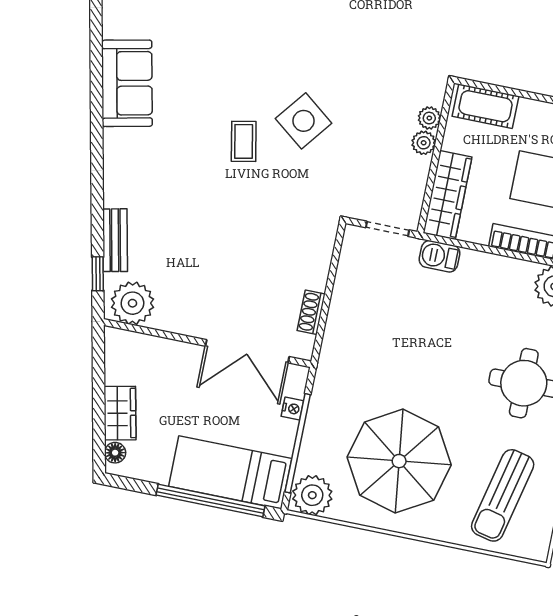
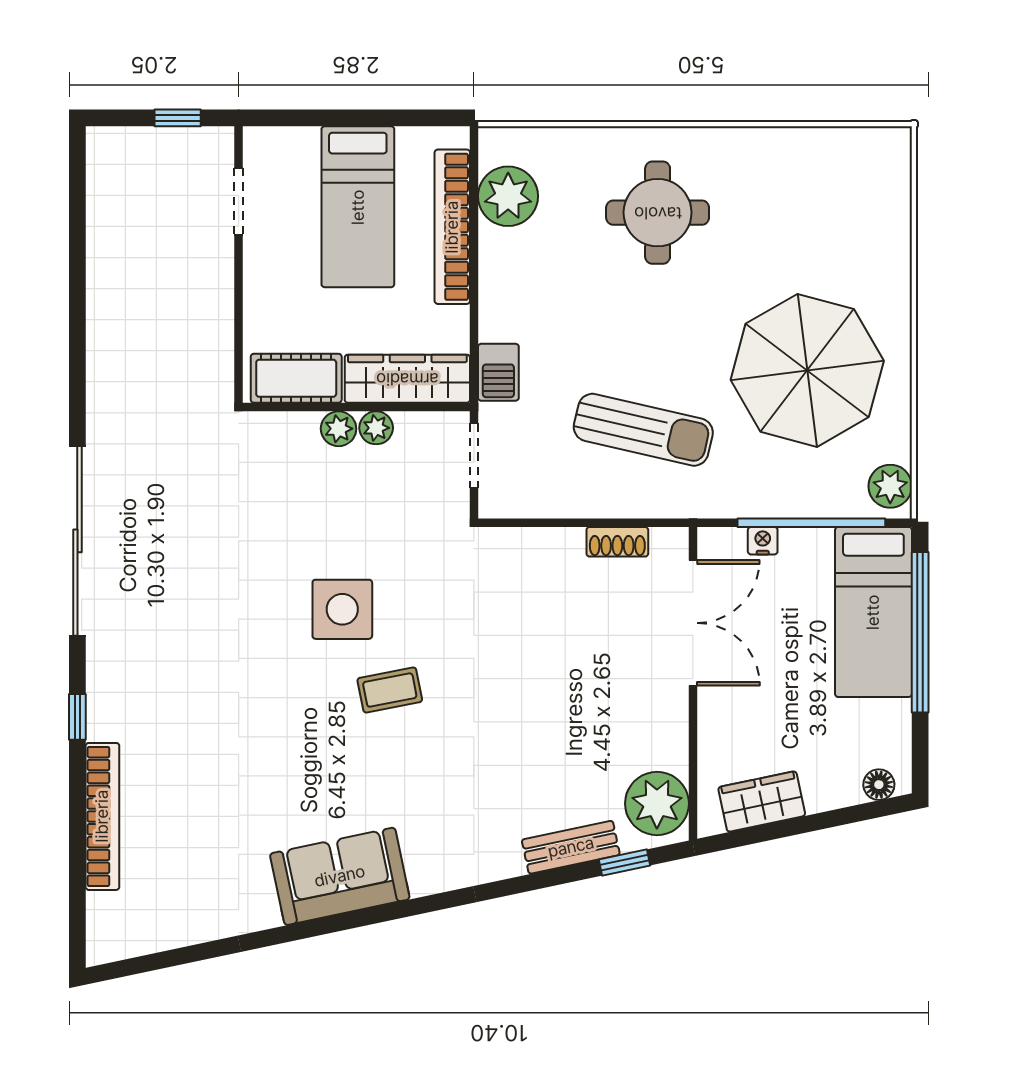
cot: (486, 106) -> (296, 378), moved, turned 90
plant: (429, 118) -> (376, 428), moved
side table: (304, 121) -> (342, 609), turned -38
wardrobe: (120, 413) -> (762, 801), moved
plant: (312, 495) -> (890, 486), width x0.73, depth x0.73
sun lounger: (503, 495) -> (643, 430), moved

